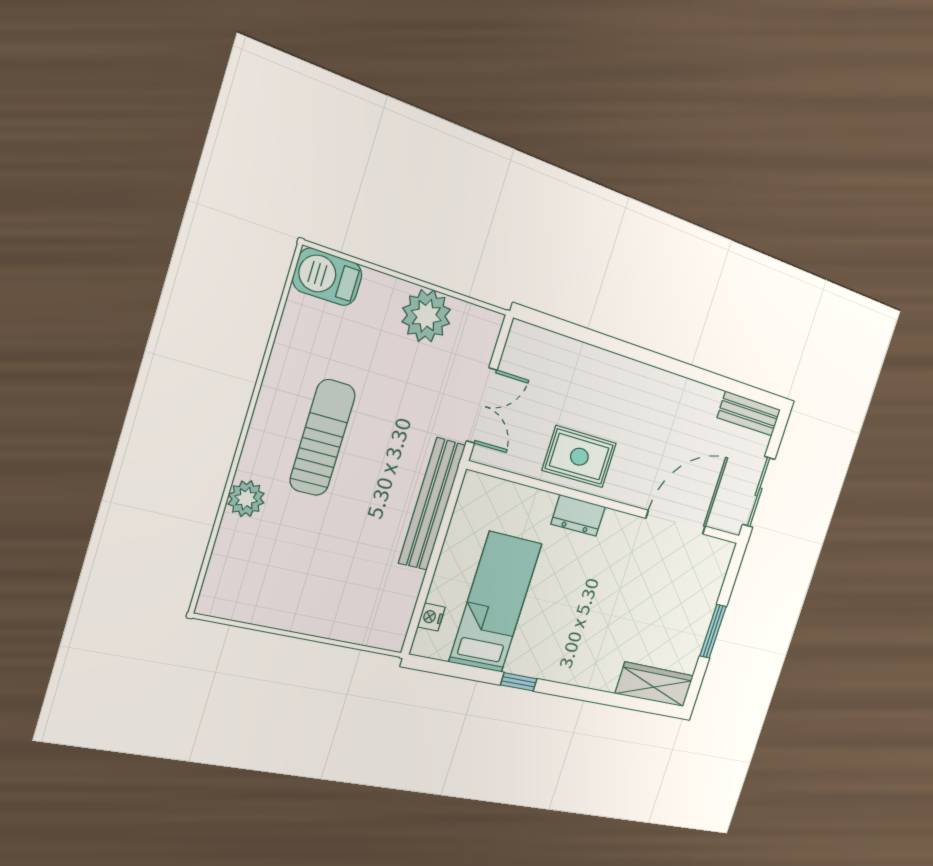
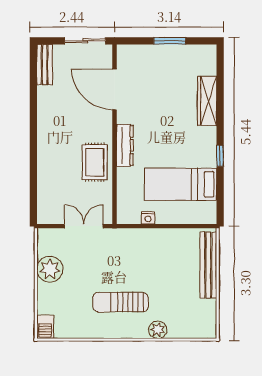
barbecue: (327, 277) -> (45, 327), width x0.73, depth x0.79
bench: (432, 504) -> (208, 265), moved, turned 90
dresser: (578, 515) -> (125, 145), width x1.44
nightstand: (431, 617) -> (148, 218), moved
wardrobe: (655, 685) -> (207, 101), moved

